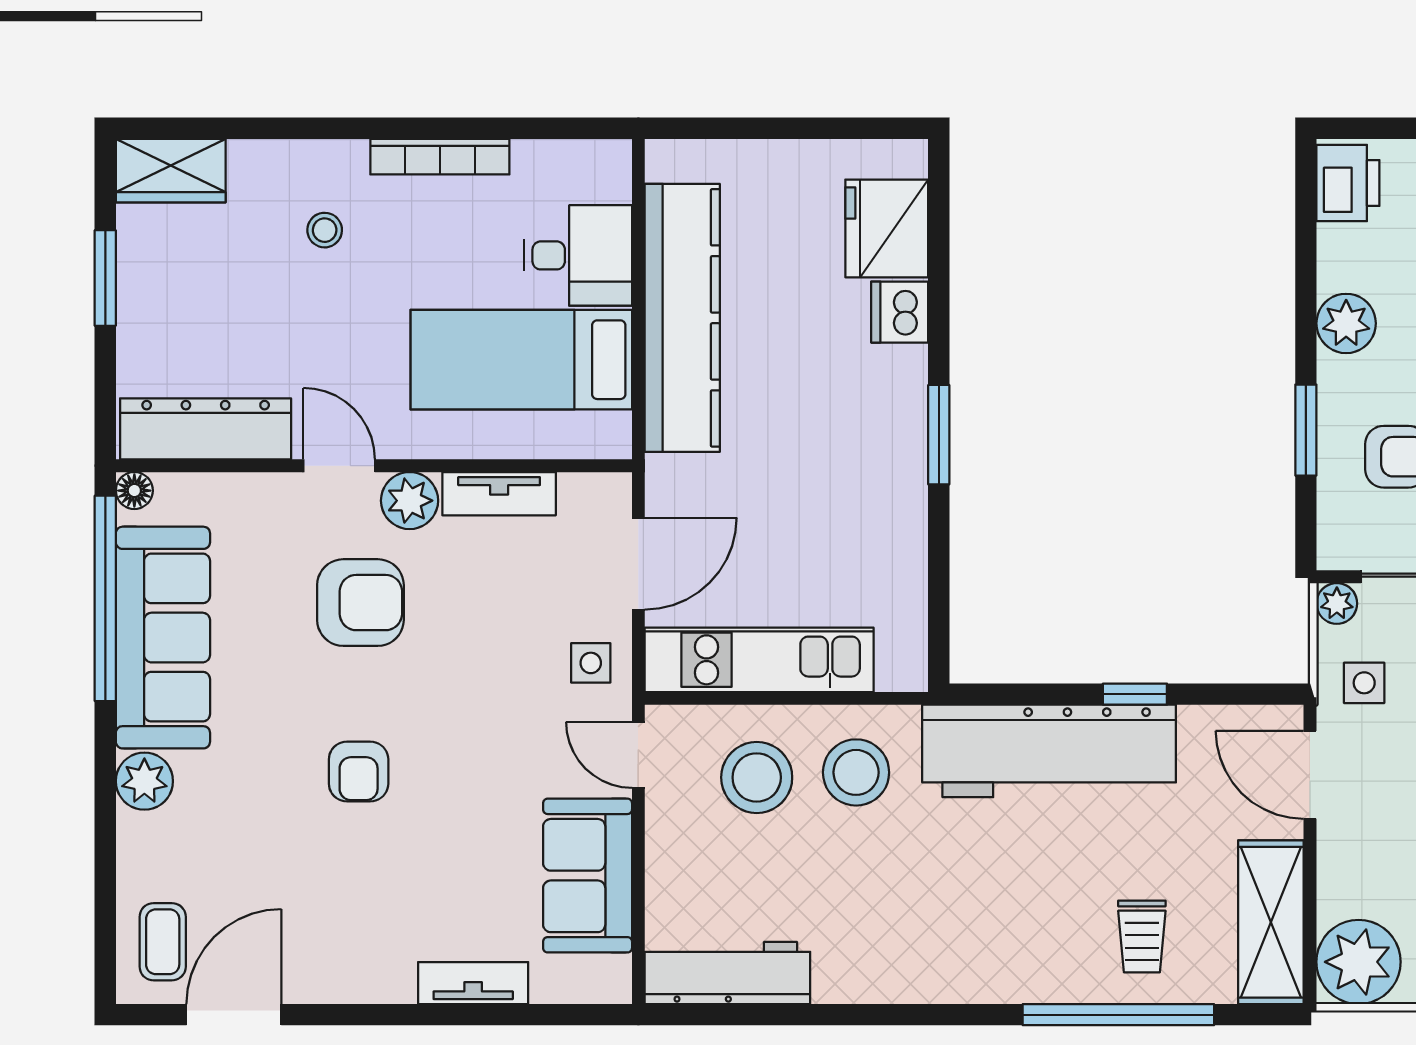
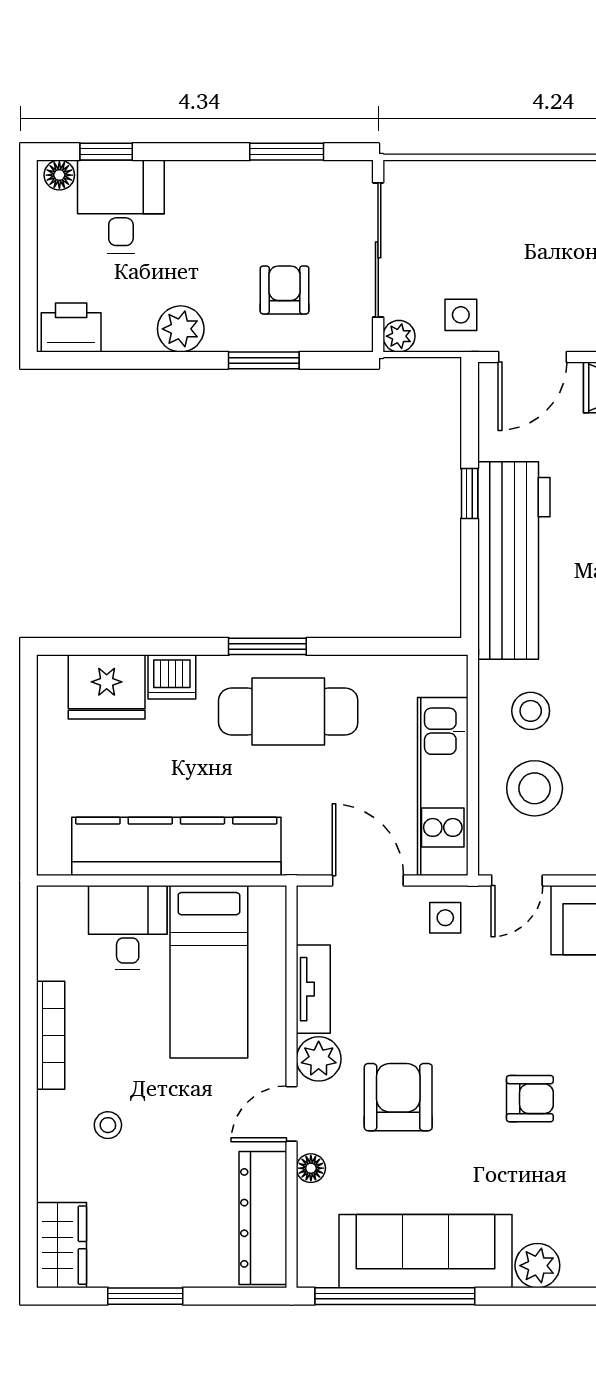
cafe table: (855, 461) -> (288, 711), added
floor lamp: (134, 491) -> (311, 1168), moved
stool: (856, 772) -> (531, 711), width x0.73, depth x0.73

